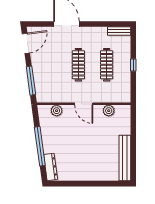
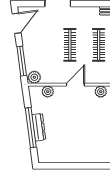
plant: (43, 97) -> (34, 77), added
door: (84, 104) -> (75, 85), swing flipped
dresser: (51, 167) -> (39, 127), moved

